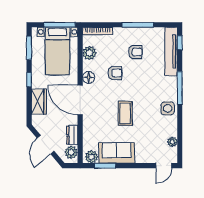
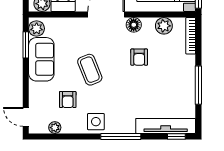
armchair: (135, 52) -> (68, 100), moved
coffee table: (125, 113) -> (90, 70), turned 68

